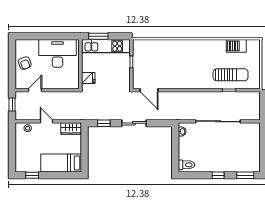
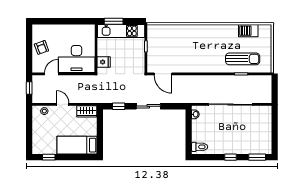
desk: (57, 53) -> (77, 59), moved, turned 180

